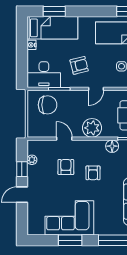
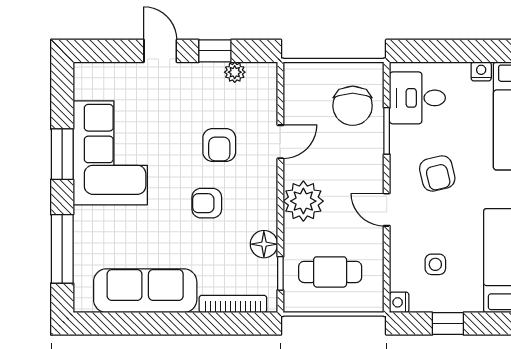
desk: (44, 75) -> (417, 98), width x0.73
armchair: (66, 167) -> (219, 145), turned 90

